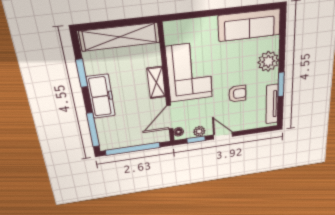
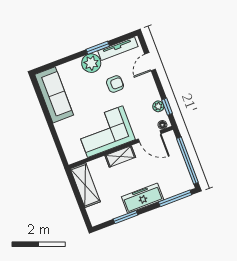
shelving: (120, 37) -> (85, 185), width x0.68
plant: (268, 61) -> (91, 63), moved
armchair: (237, 94) -> (115, 84), turned 90
door: (223, 136) -> (150, 62), moved

